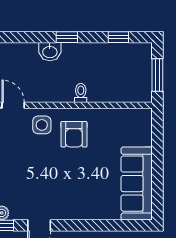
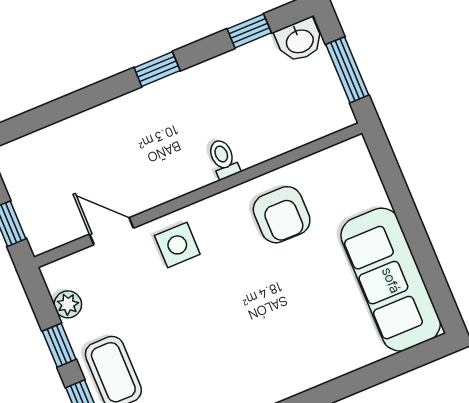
washbasin: (50, 52) -> (299, 40), moved
armchair: (74, 134) -> (282, 215), moved

